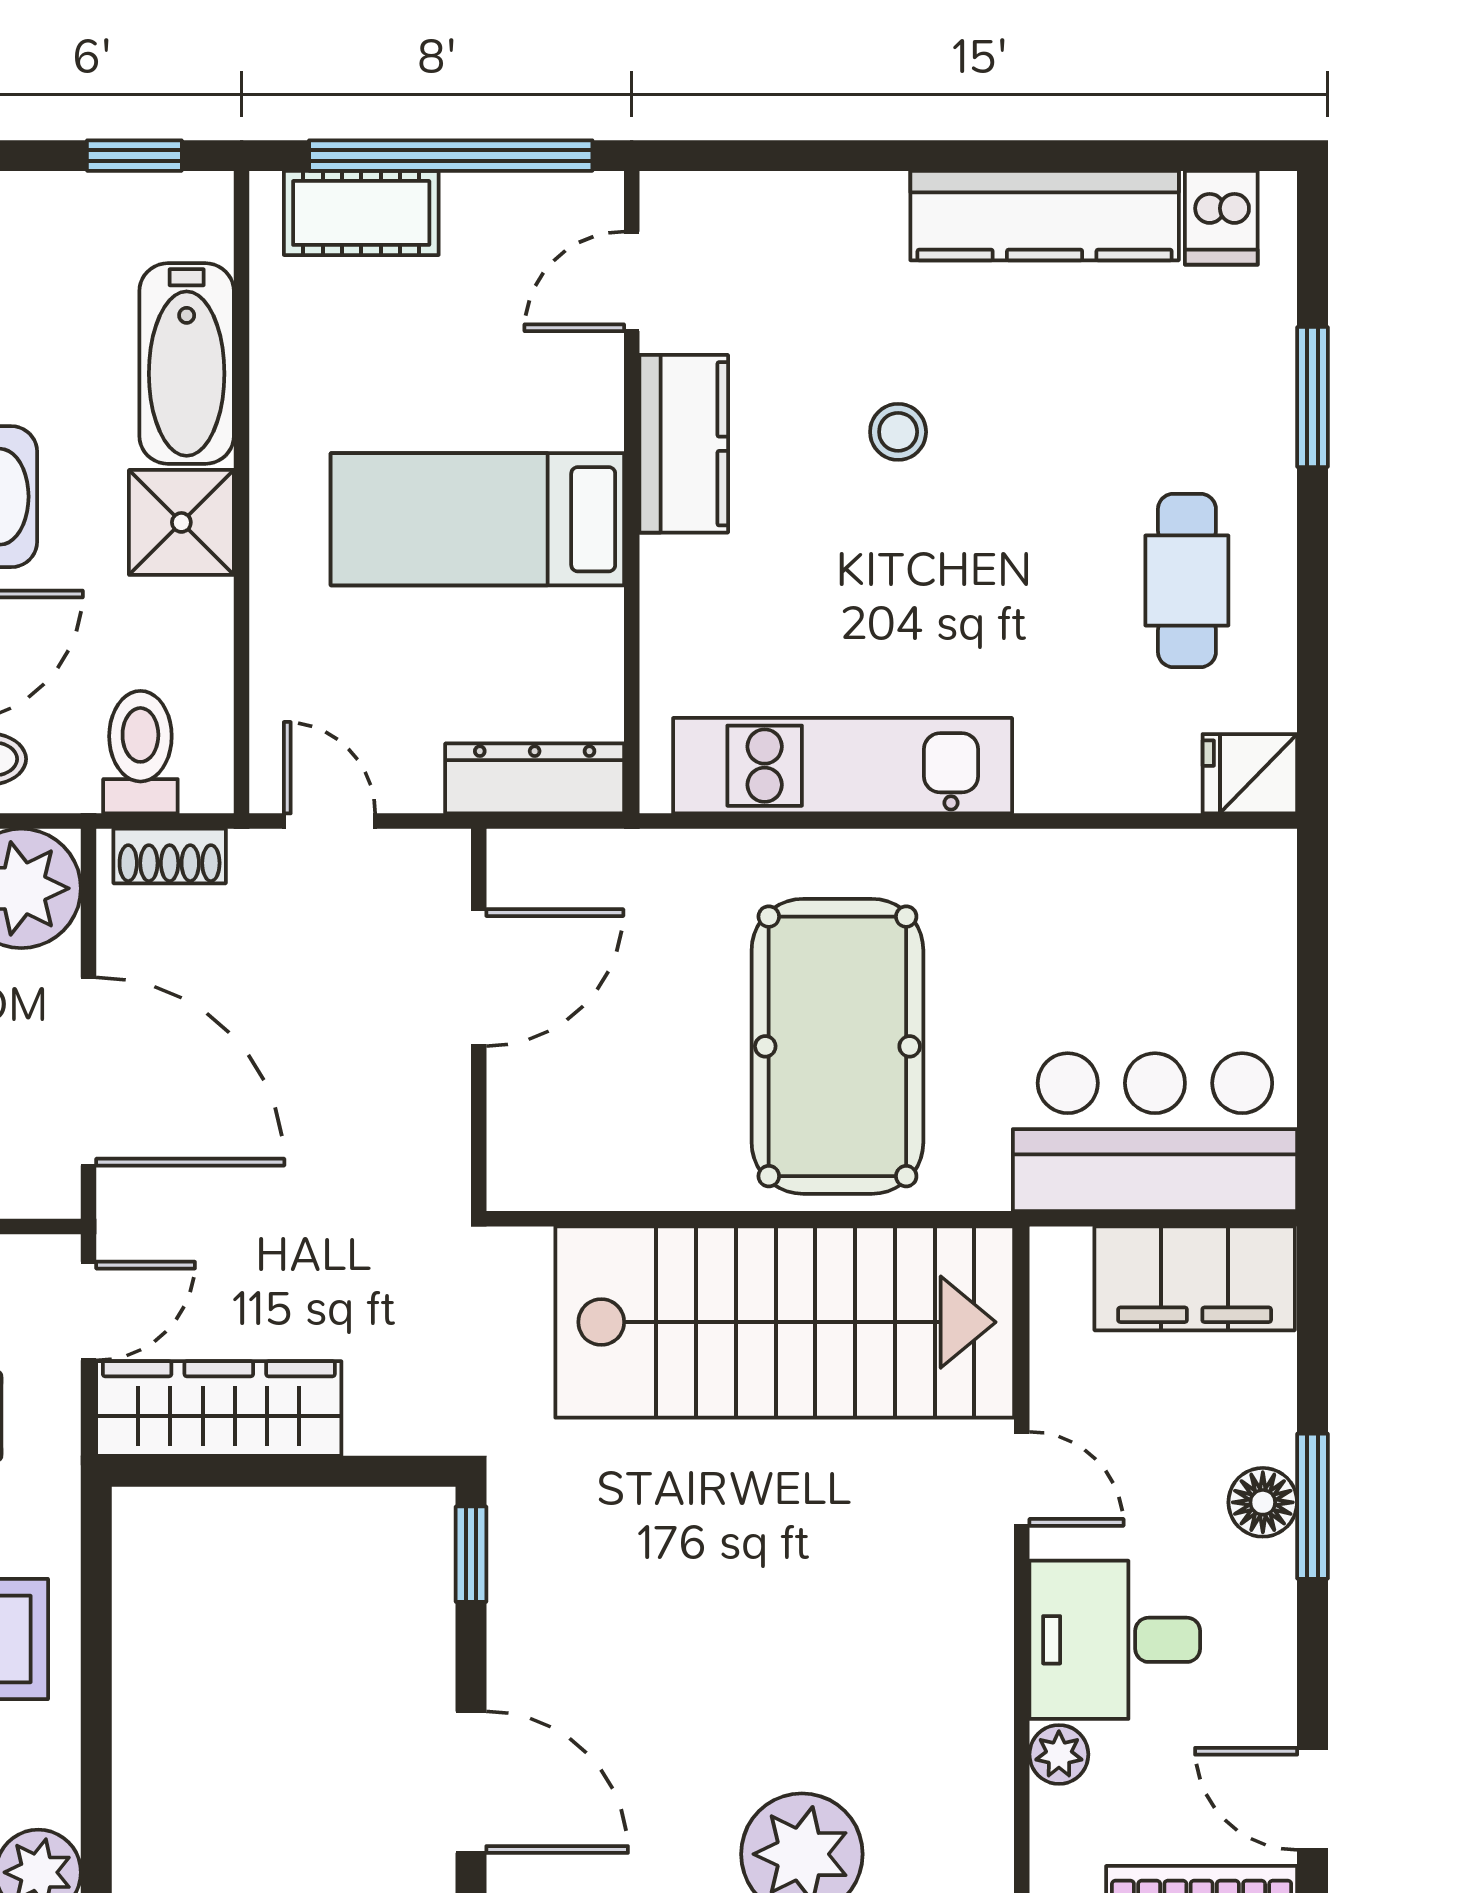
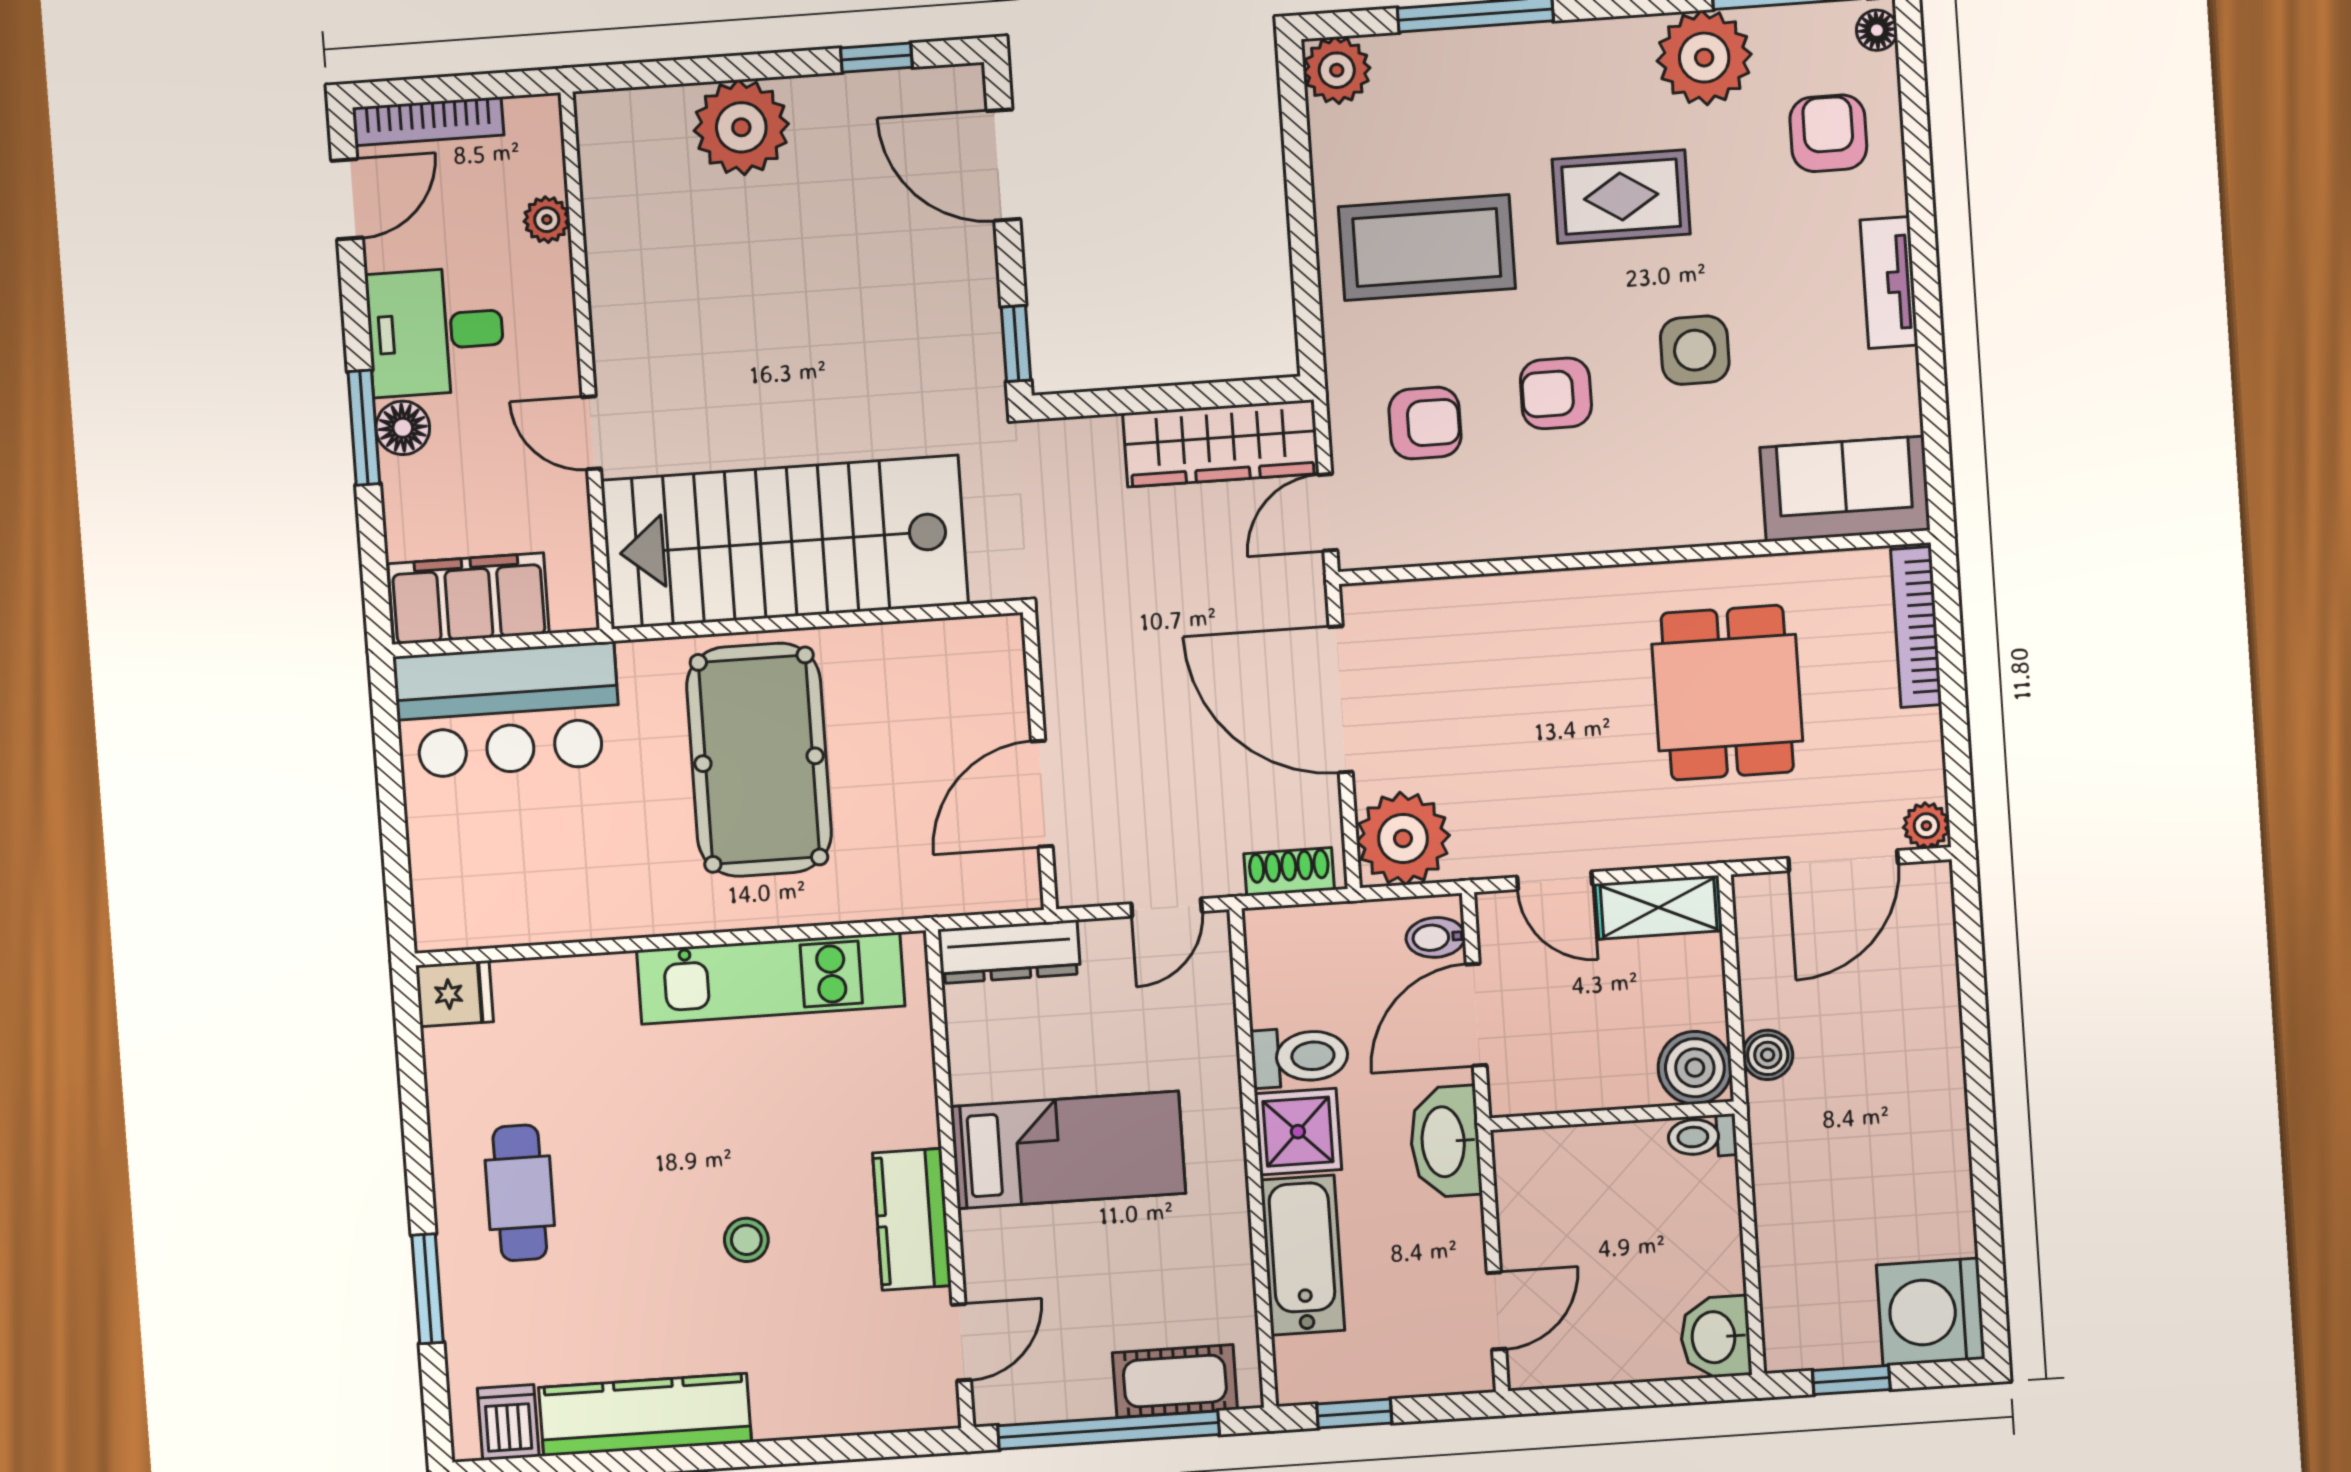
cafe table: (1187, 580) -> (520, 1193), moved
toilet: (140, 752) -> (1300, 1057), moved, turned -90
door: (329, 821) -> (1167, 908), hinge flipped
desk: (1115, 1640) -> (435, 332), moved, turned 180
door: (1312, 1799) -> (347, 199), hinge flipped

